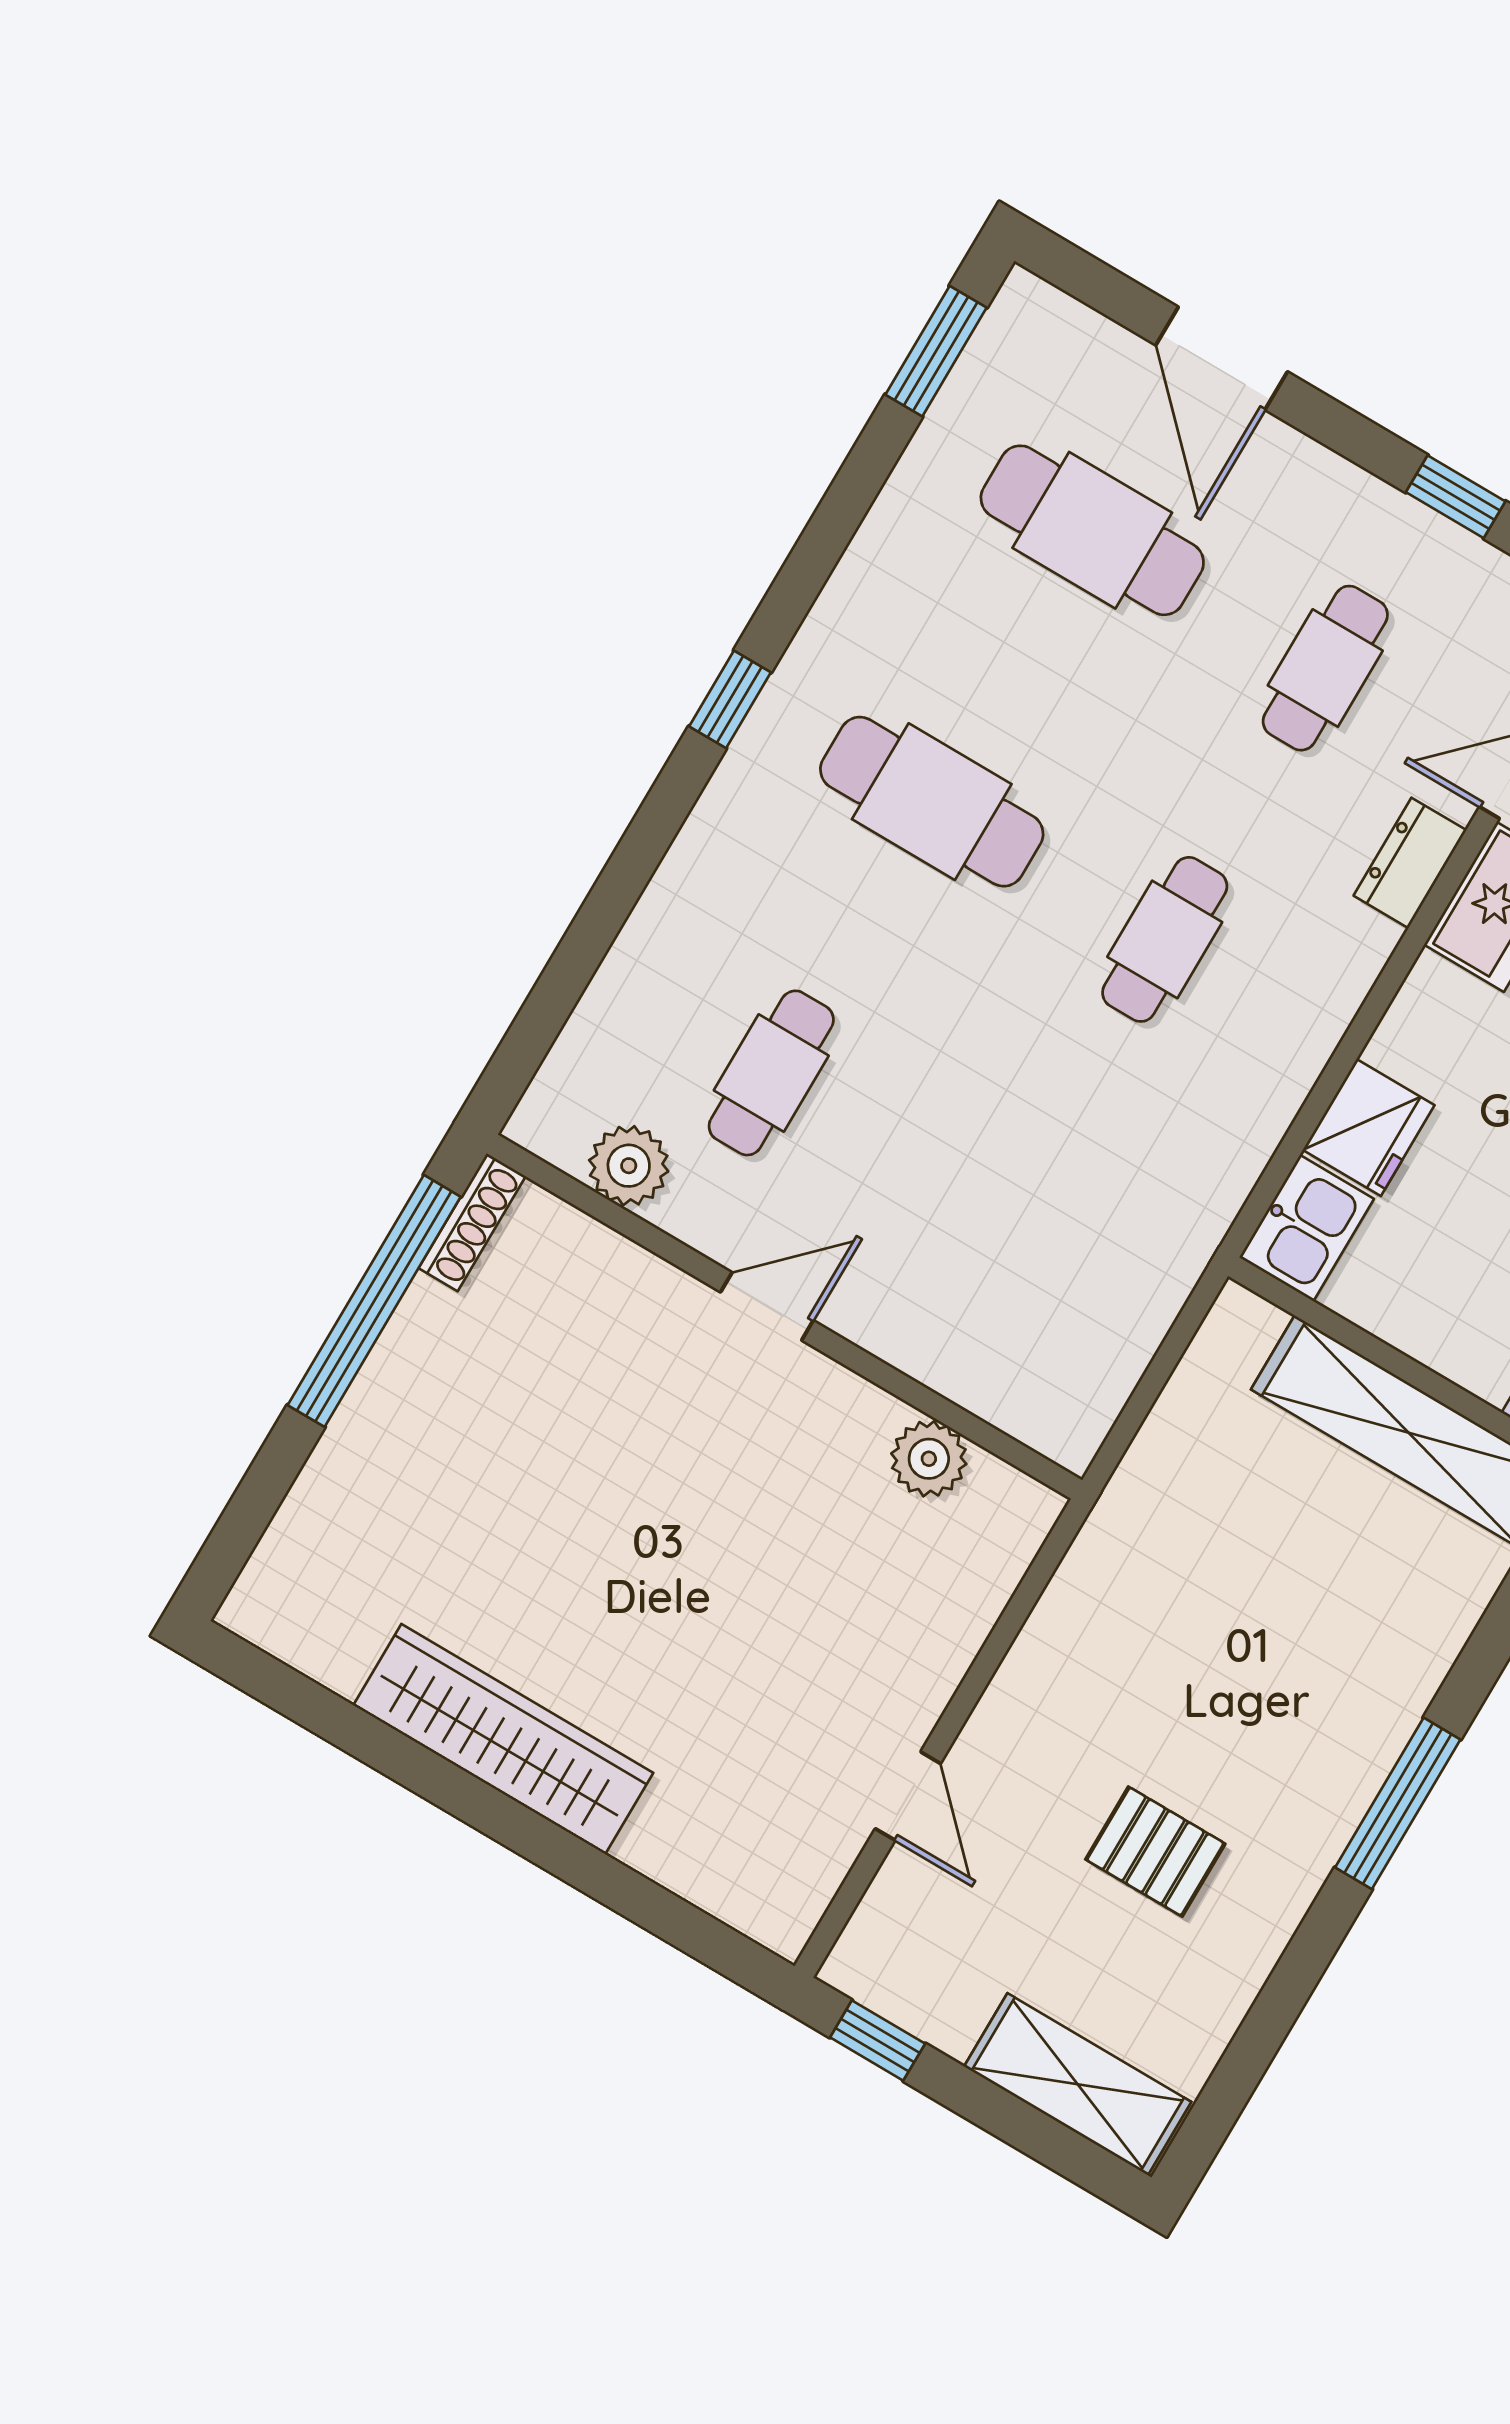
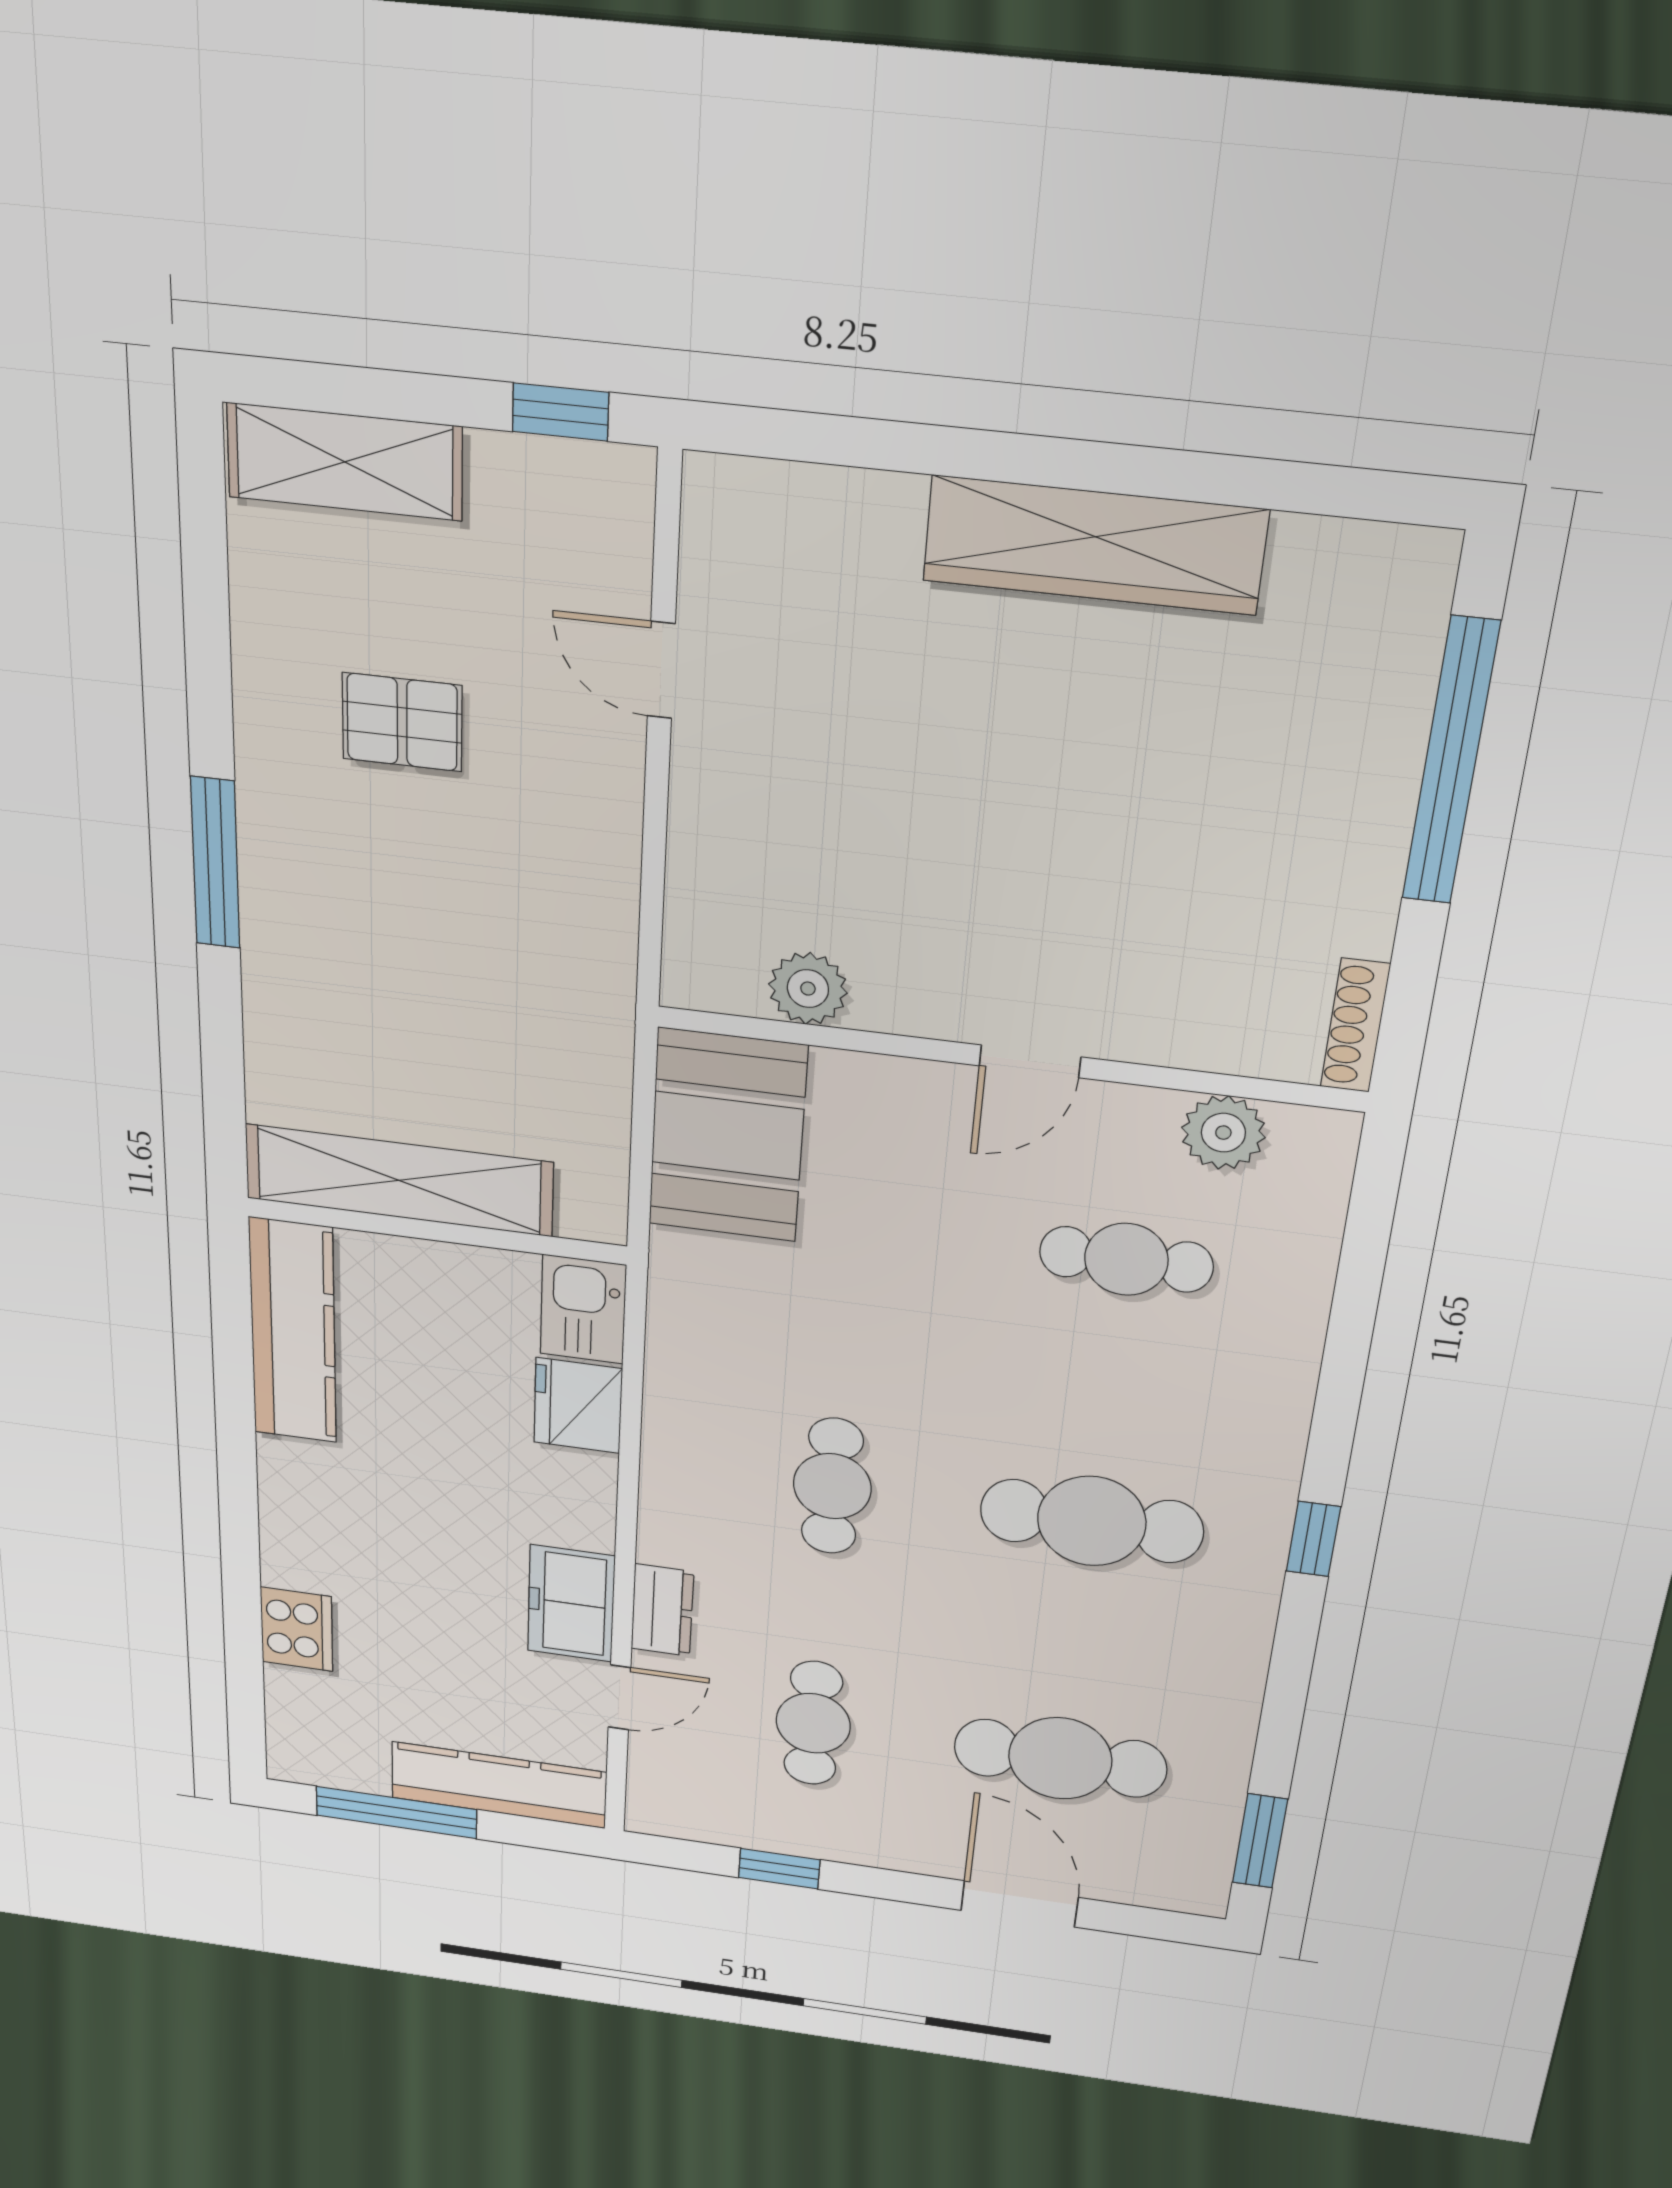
cafe table: (771, 1073) -> (1126, 1259), turned 90
window: (374, 1301) -> (1451, 762), moved
booth: (1075, 1348) -> (727, 1136), added

